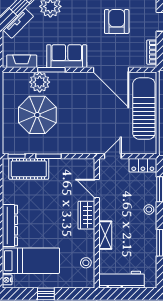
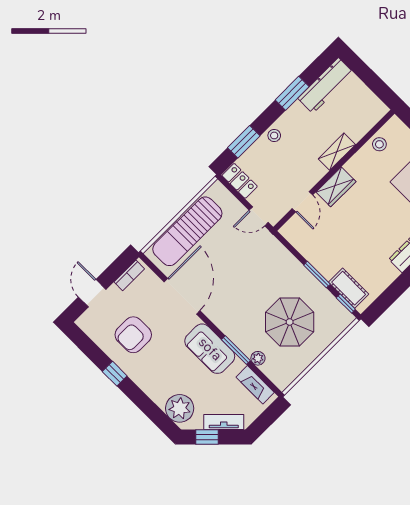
plant: (40, 82) -> (258, 358), width x0.53, depth x0.53
cot: (29, 169) -> (349, 288), width x0.73, depth x0.75
workbench: (121, 280) -> (326, 86), moved, turned -90

